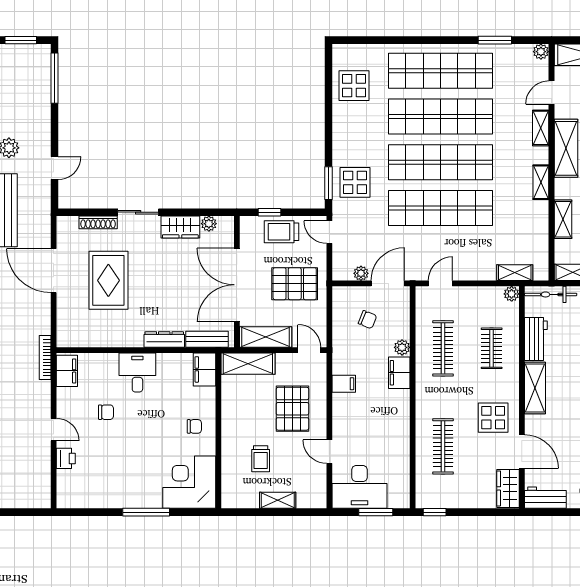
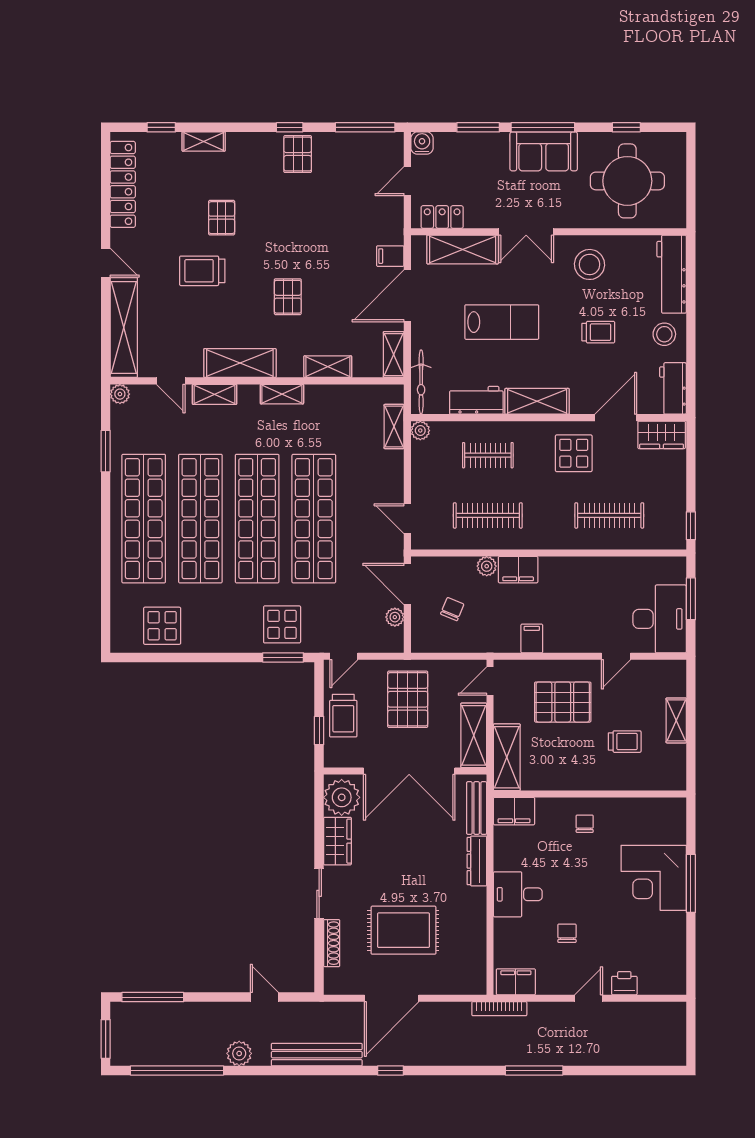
plant: (209, 224) -> (342, 797), width x1.87, depth x1.87
corner desk: (189, 482) -> (654, 878), moved

